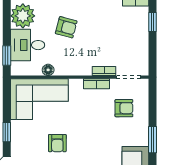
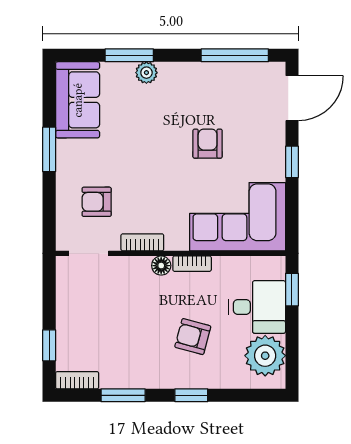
floor lamp: (48, 70) -> (161, 266), moved
bookcase: (104, 71) -> (192, 264), moved

